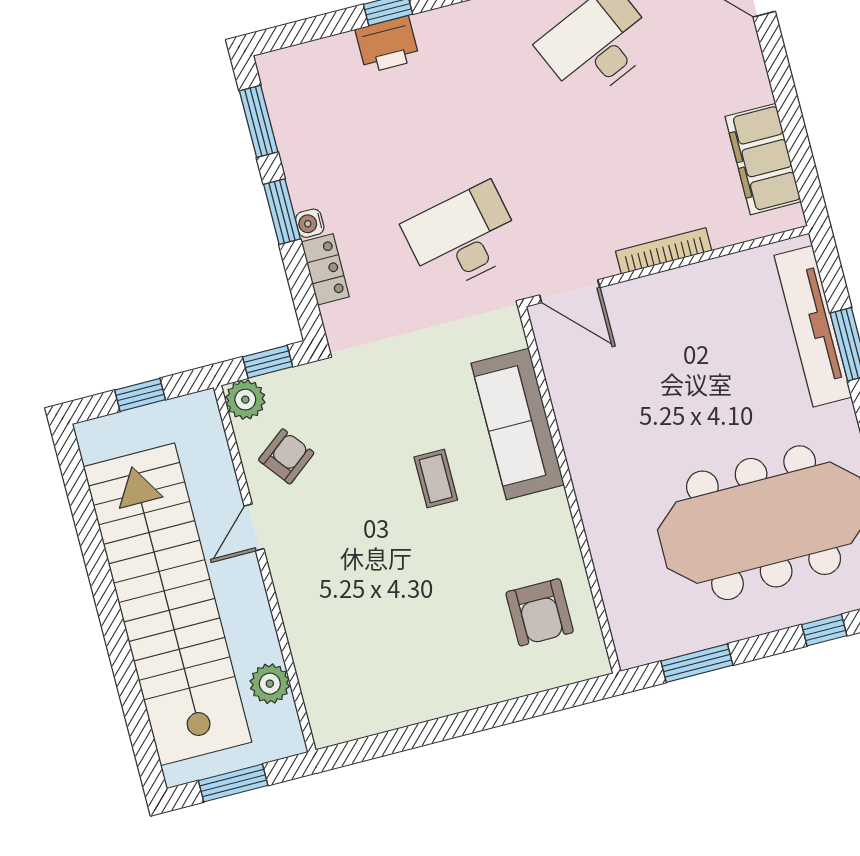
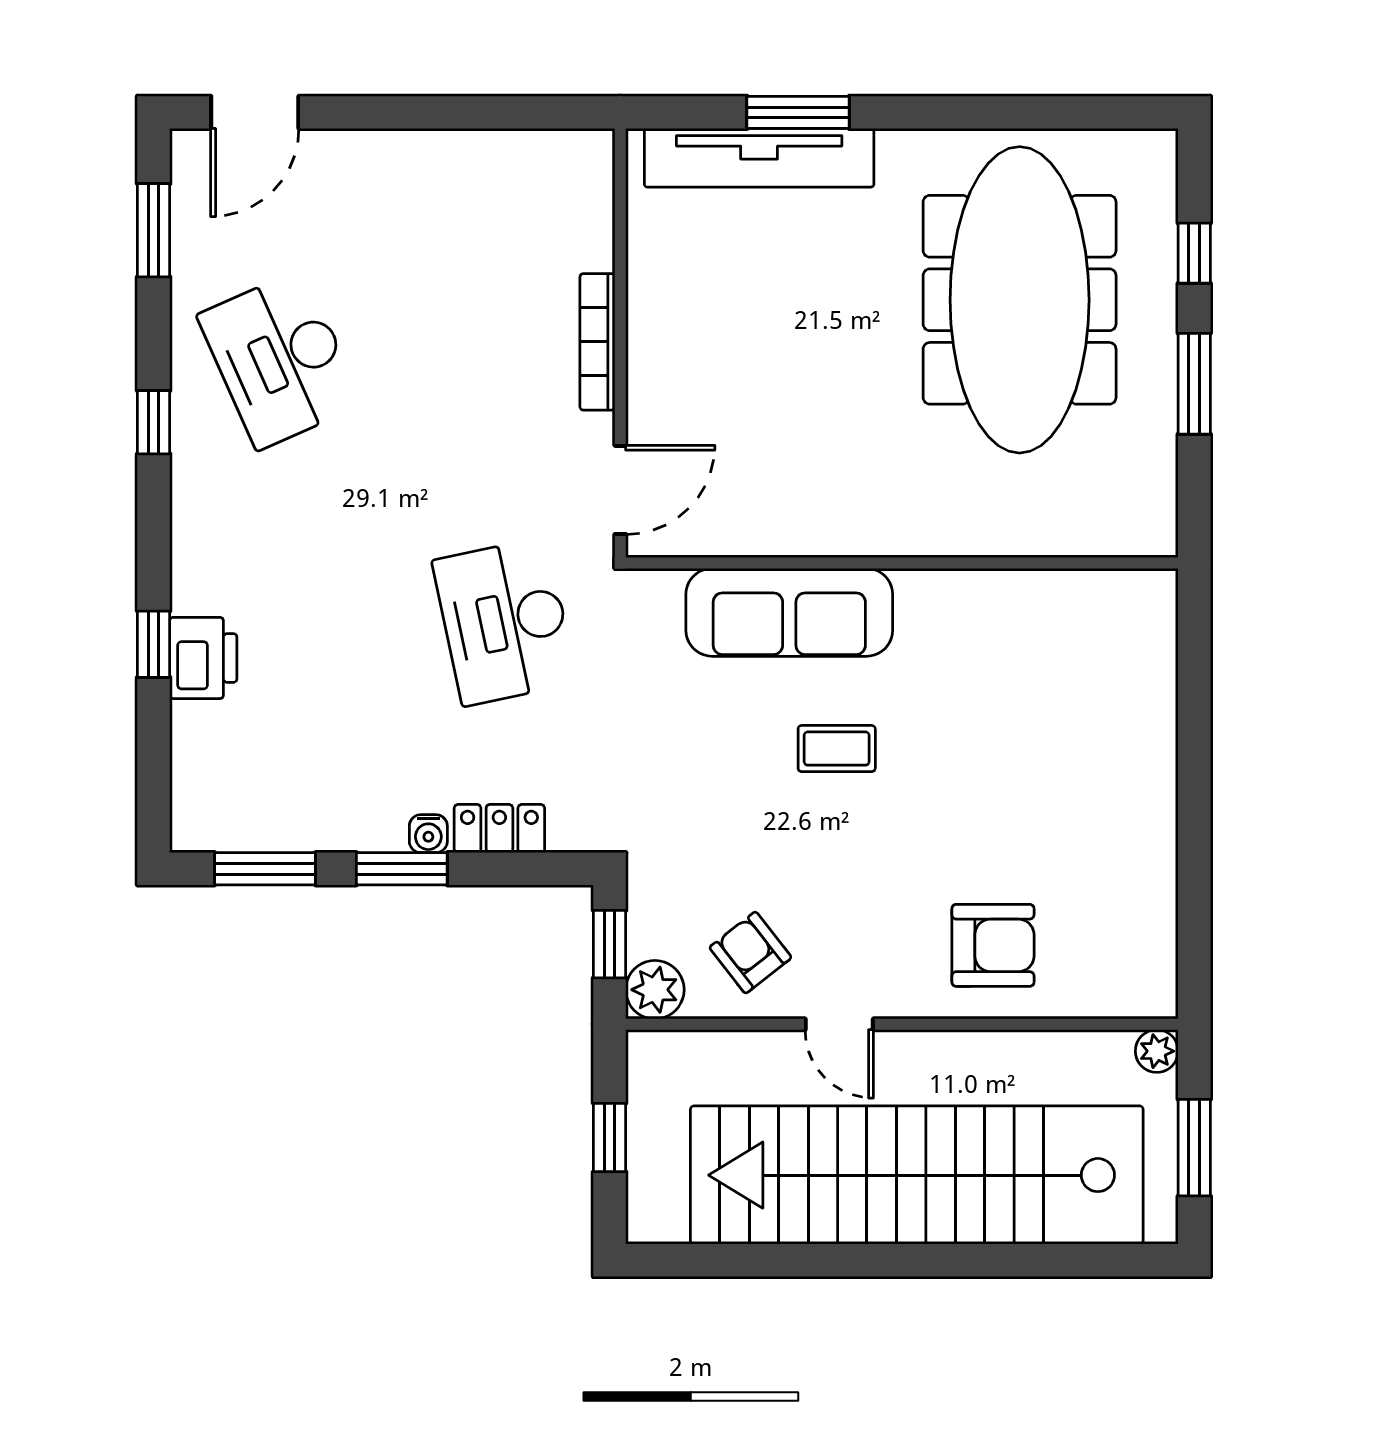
filing cabinet: (763, 159) -> (504, 167), removed
armchair: (540, 612) -> (993, 945), moved
window: (697, 663) -> (1194, 384), moved
plant: (270, 684) -> (1157, 1051), moved, width x0.73, depth x0.73

